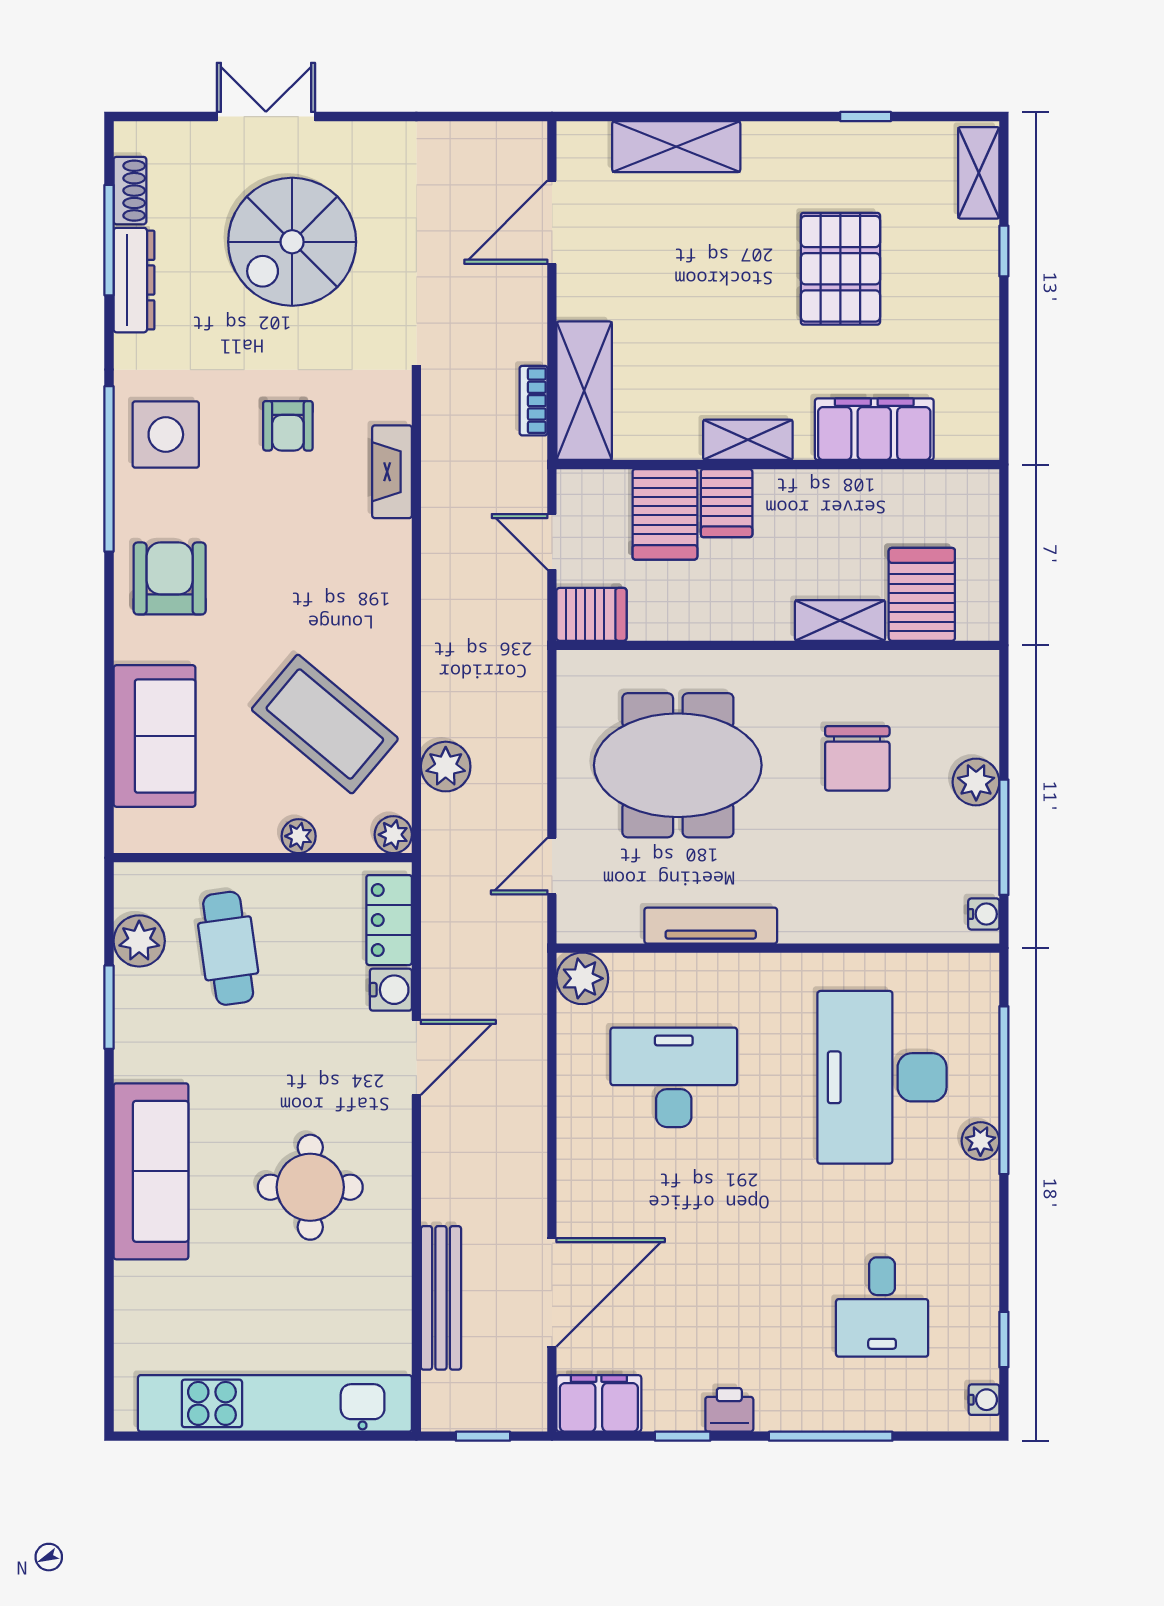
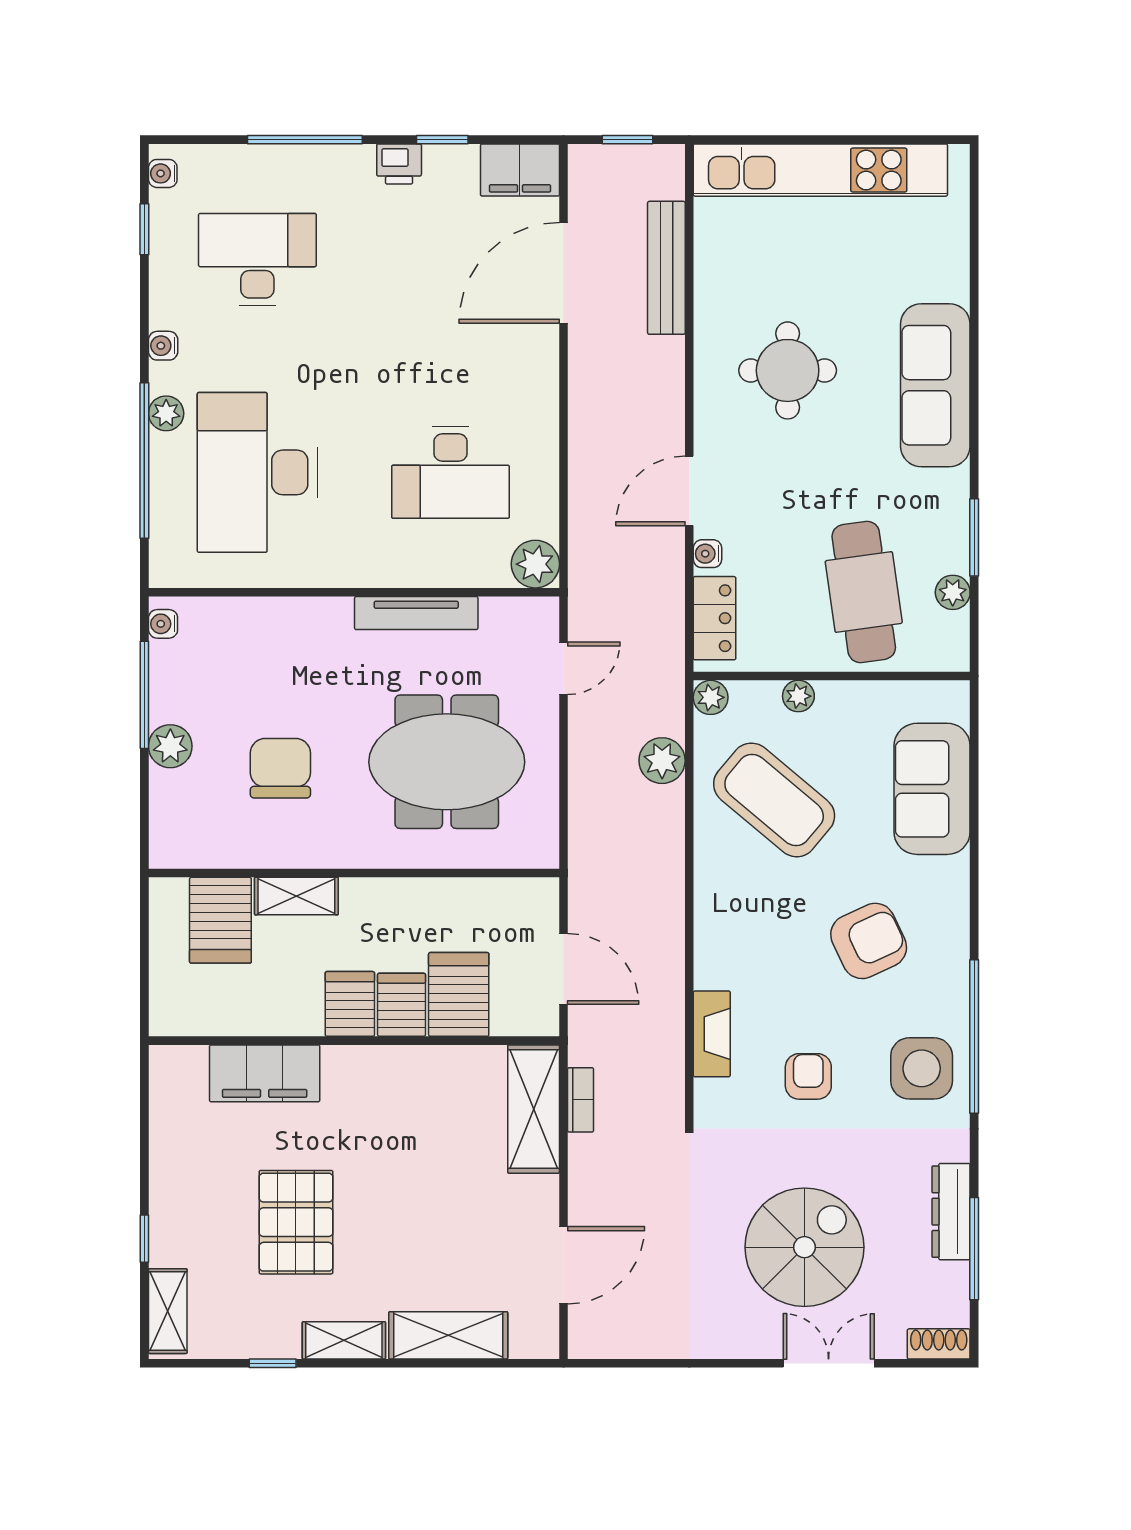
double door: (266, 117) -> (829, 1363), swing flipped
shoe rack: (130, 191) -> (939, 1344), moved, turned 90
shelving: (748, 440) -> (344, 1340), moved
door: (552, 542) -> (563, 969), width x1.38
armchair: (170, 578) -> (869, 941), moved, turned -115
server rack: (591, 614) -> (350, 1004), moved, turned 90
plant: (139, 941) -> (953, 592), width x0.73, depth x0.73
cafe table: (228, 948) -> (864, 592), width x1.37, depth x1.35
water cooler: (391, 990) -> (707, 554), width x0.72, depth x0.72
desk: (882, 1077) -> (257, 472), turned 180
water cooler: (984, 1214) -> (163, 346), added
desk: (882, 1307) -> (257, 259), width x1.37

